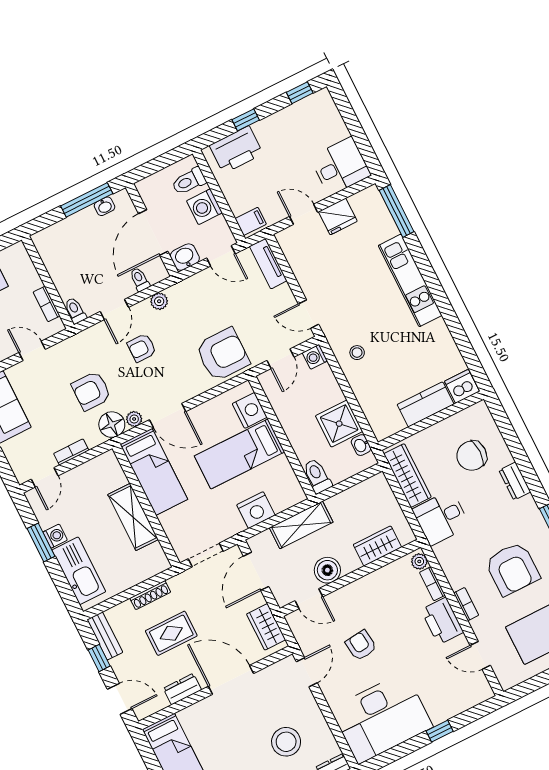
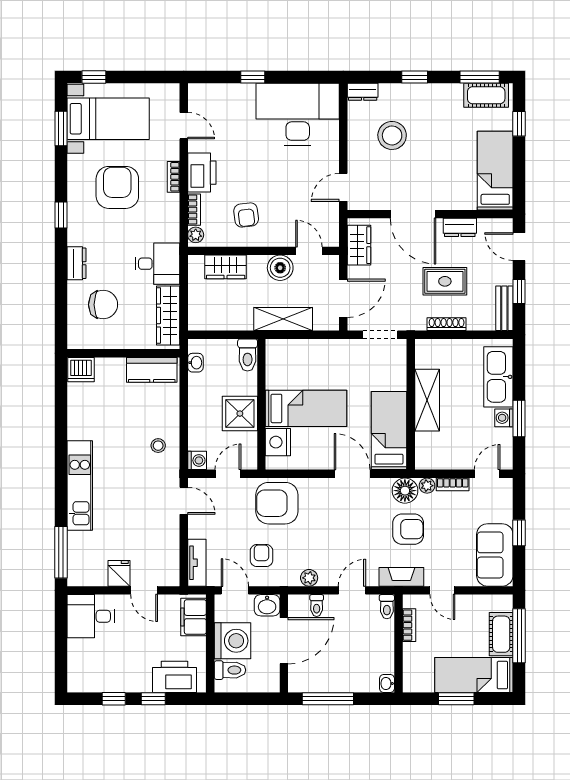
window: (300, 93) -> (114, 699), moved
washbasin: (105, 206) -> (387, 683), moved, turned -90
washing machine: (204, 207) -> (233, 641), width x1.37, depth x1.37
fridge: (338, 216) -> (119, 573), width x0.72
filing cabinet: (251, 221) -> (194, 617), width x2.00
fireplace: (76, 344) -> (401, 577), added
armchair: (142, 348) -> (261, 556), moved, turned -90
kitchen counter: (426, 404) -> (152, 370), moved
plant: (134, 419) -> (427, 486), moved
shower: (339, 424) -> (240, 414), moved
nightstand: (256, 510) -> (316, 352), removed
armchair: (361, 645) -> (246, 215), moved

